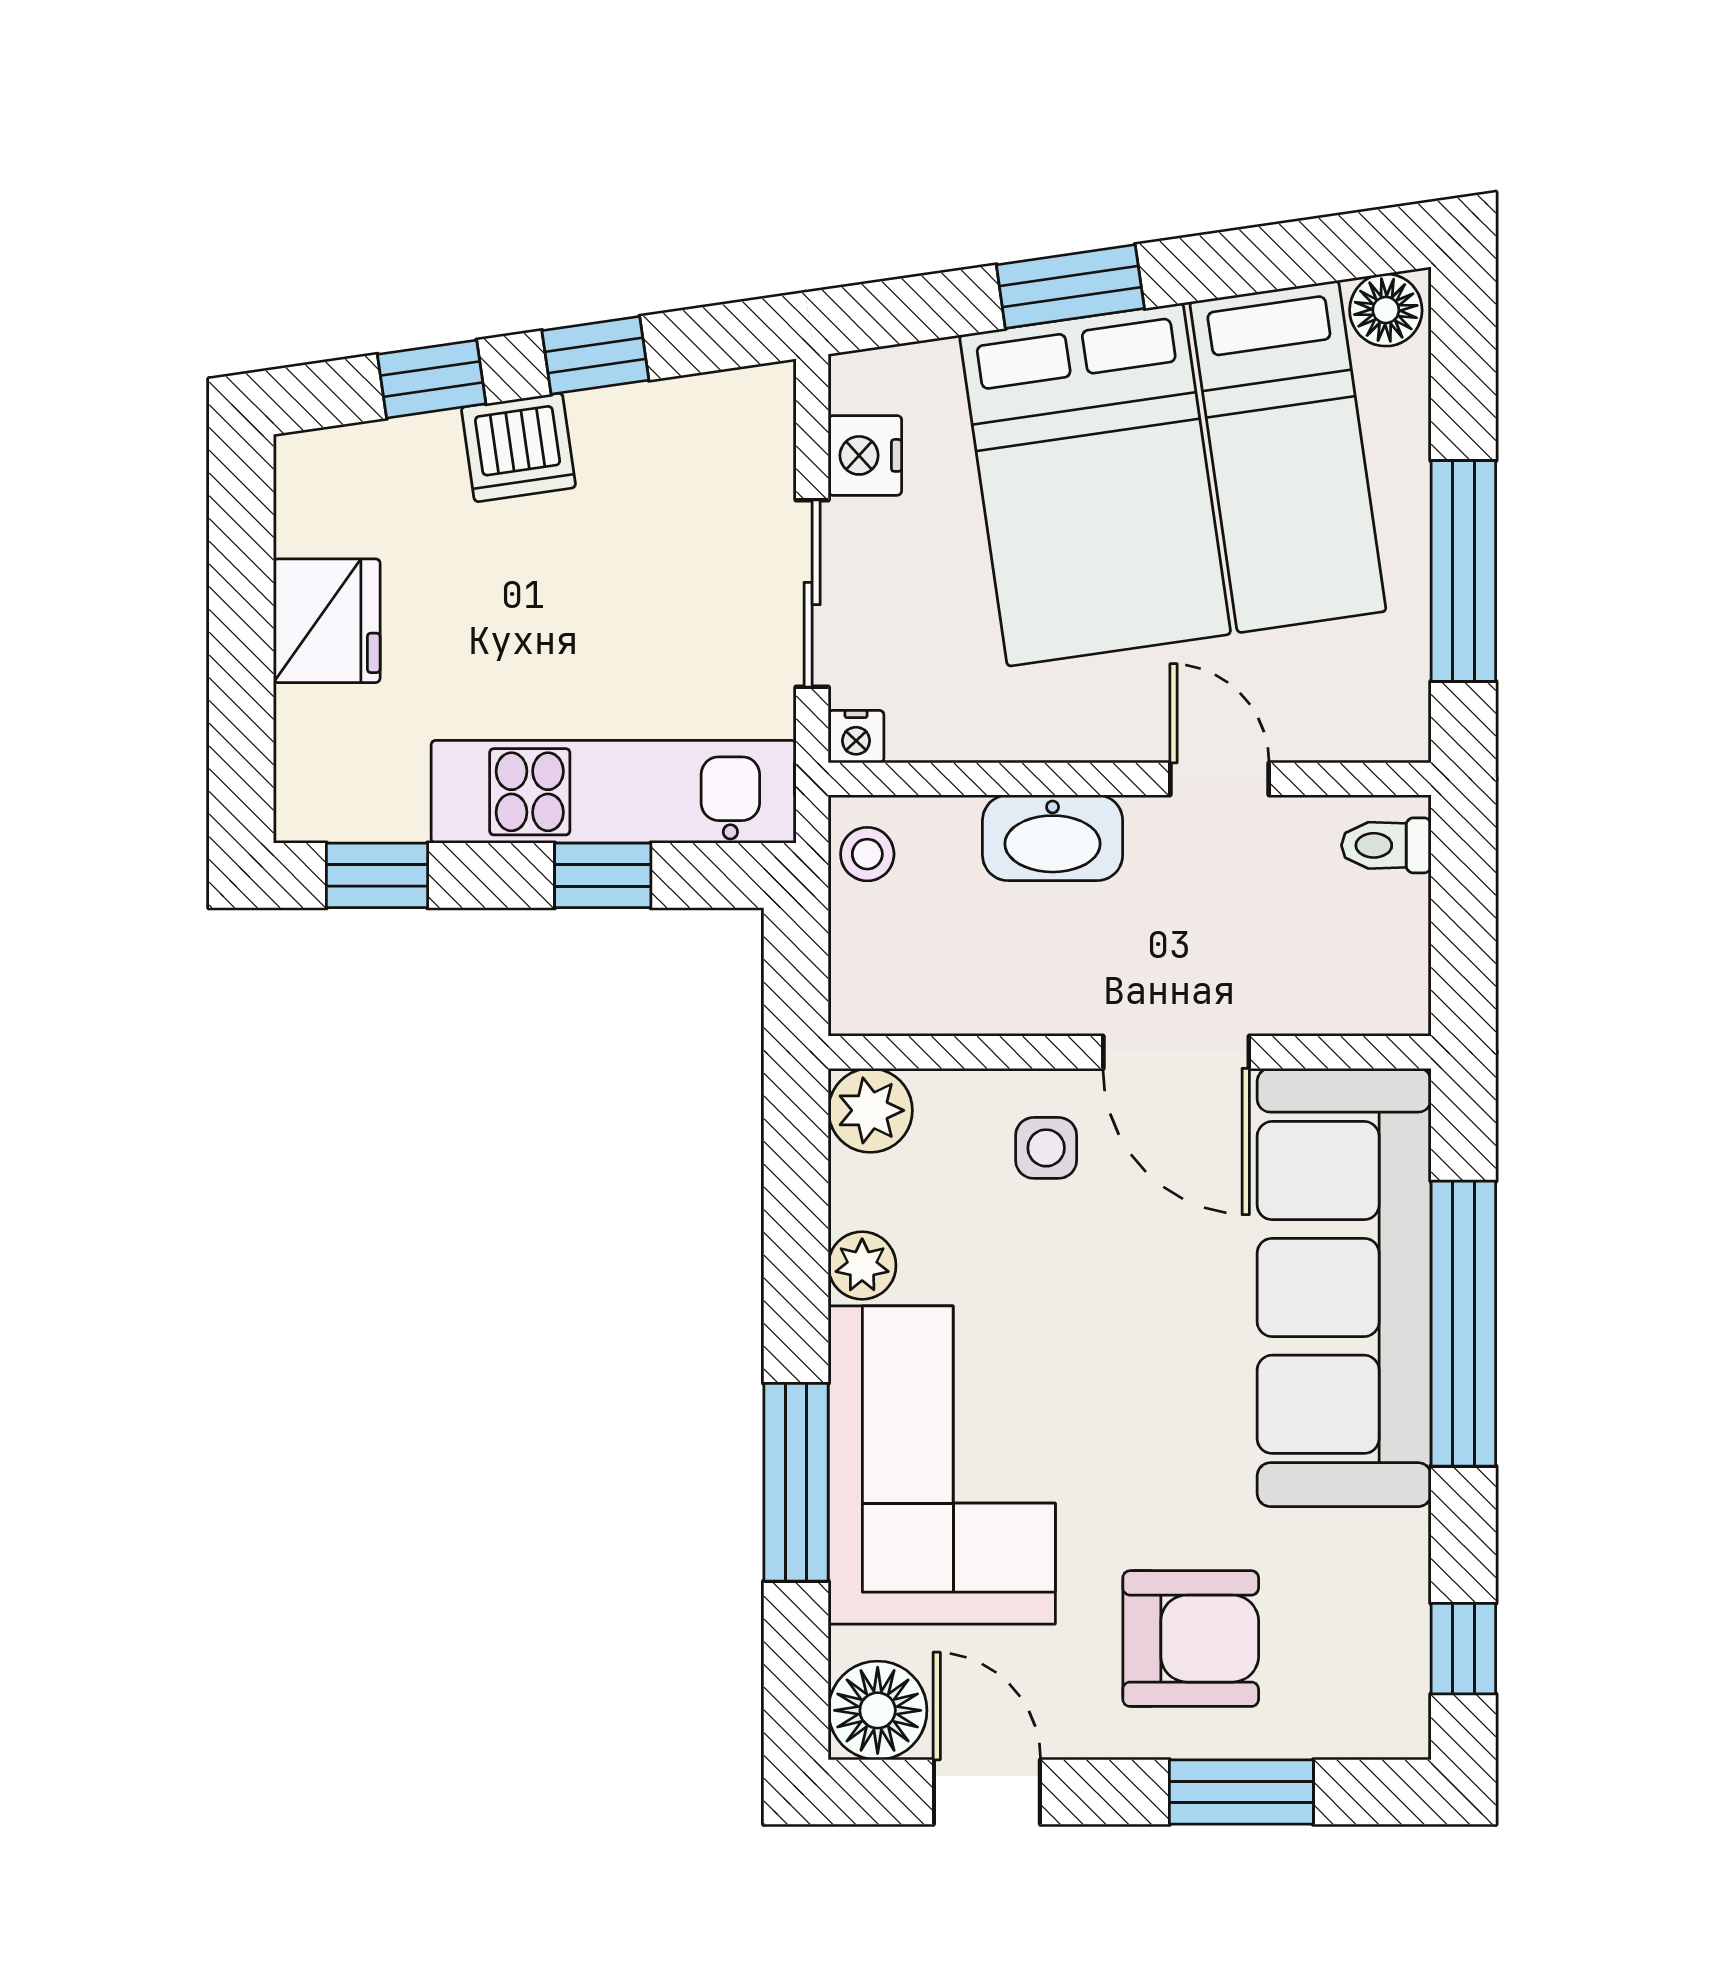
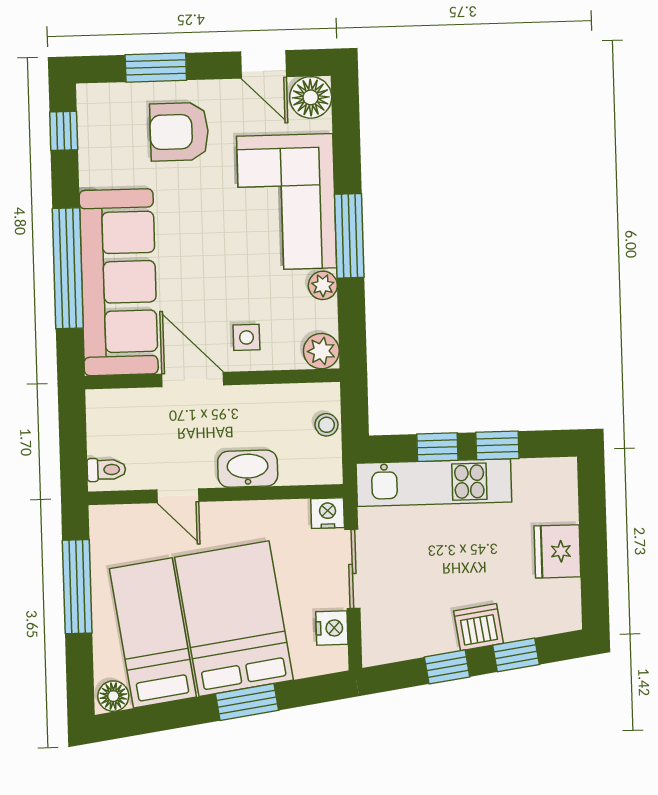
nightstand: (856, 737) -> (328, 513), width x1.39, depth x1.35
stool: (867, 854) -> (326, 425), moved
window: (377, 875) -> (497, 445), moved
window: (796, 1482) -> (349, 236), moved

